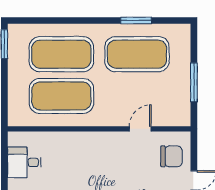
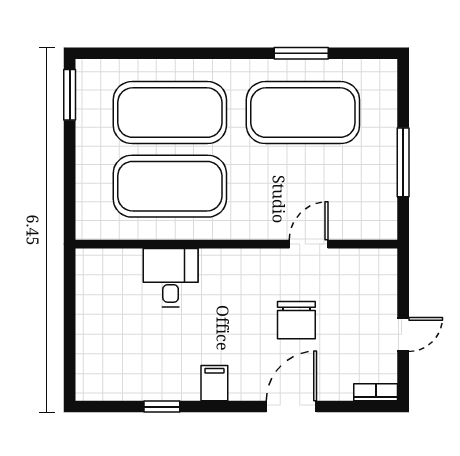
chair: (172, 156) -> (296, 320), moved, turned 90
desk: (24, 162) -> (171, 278), moved, turned 90

